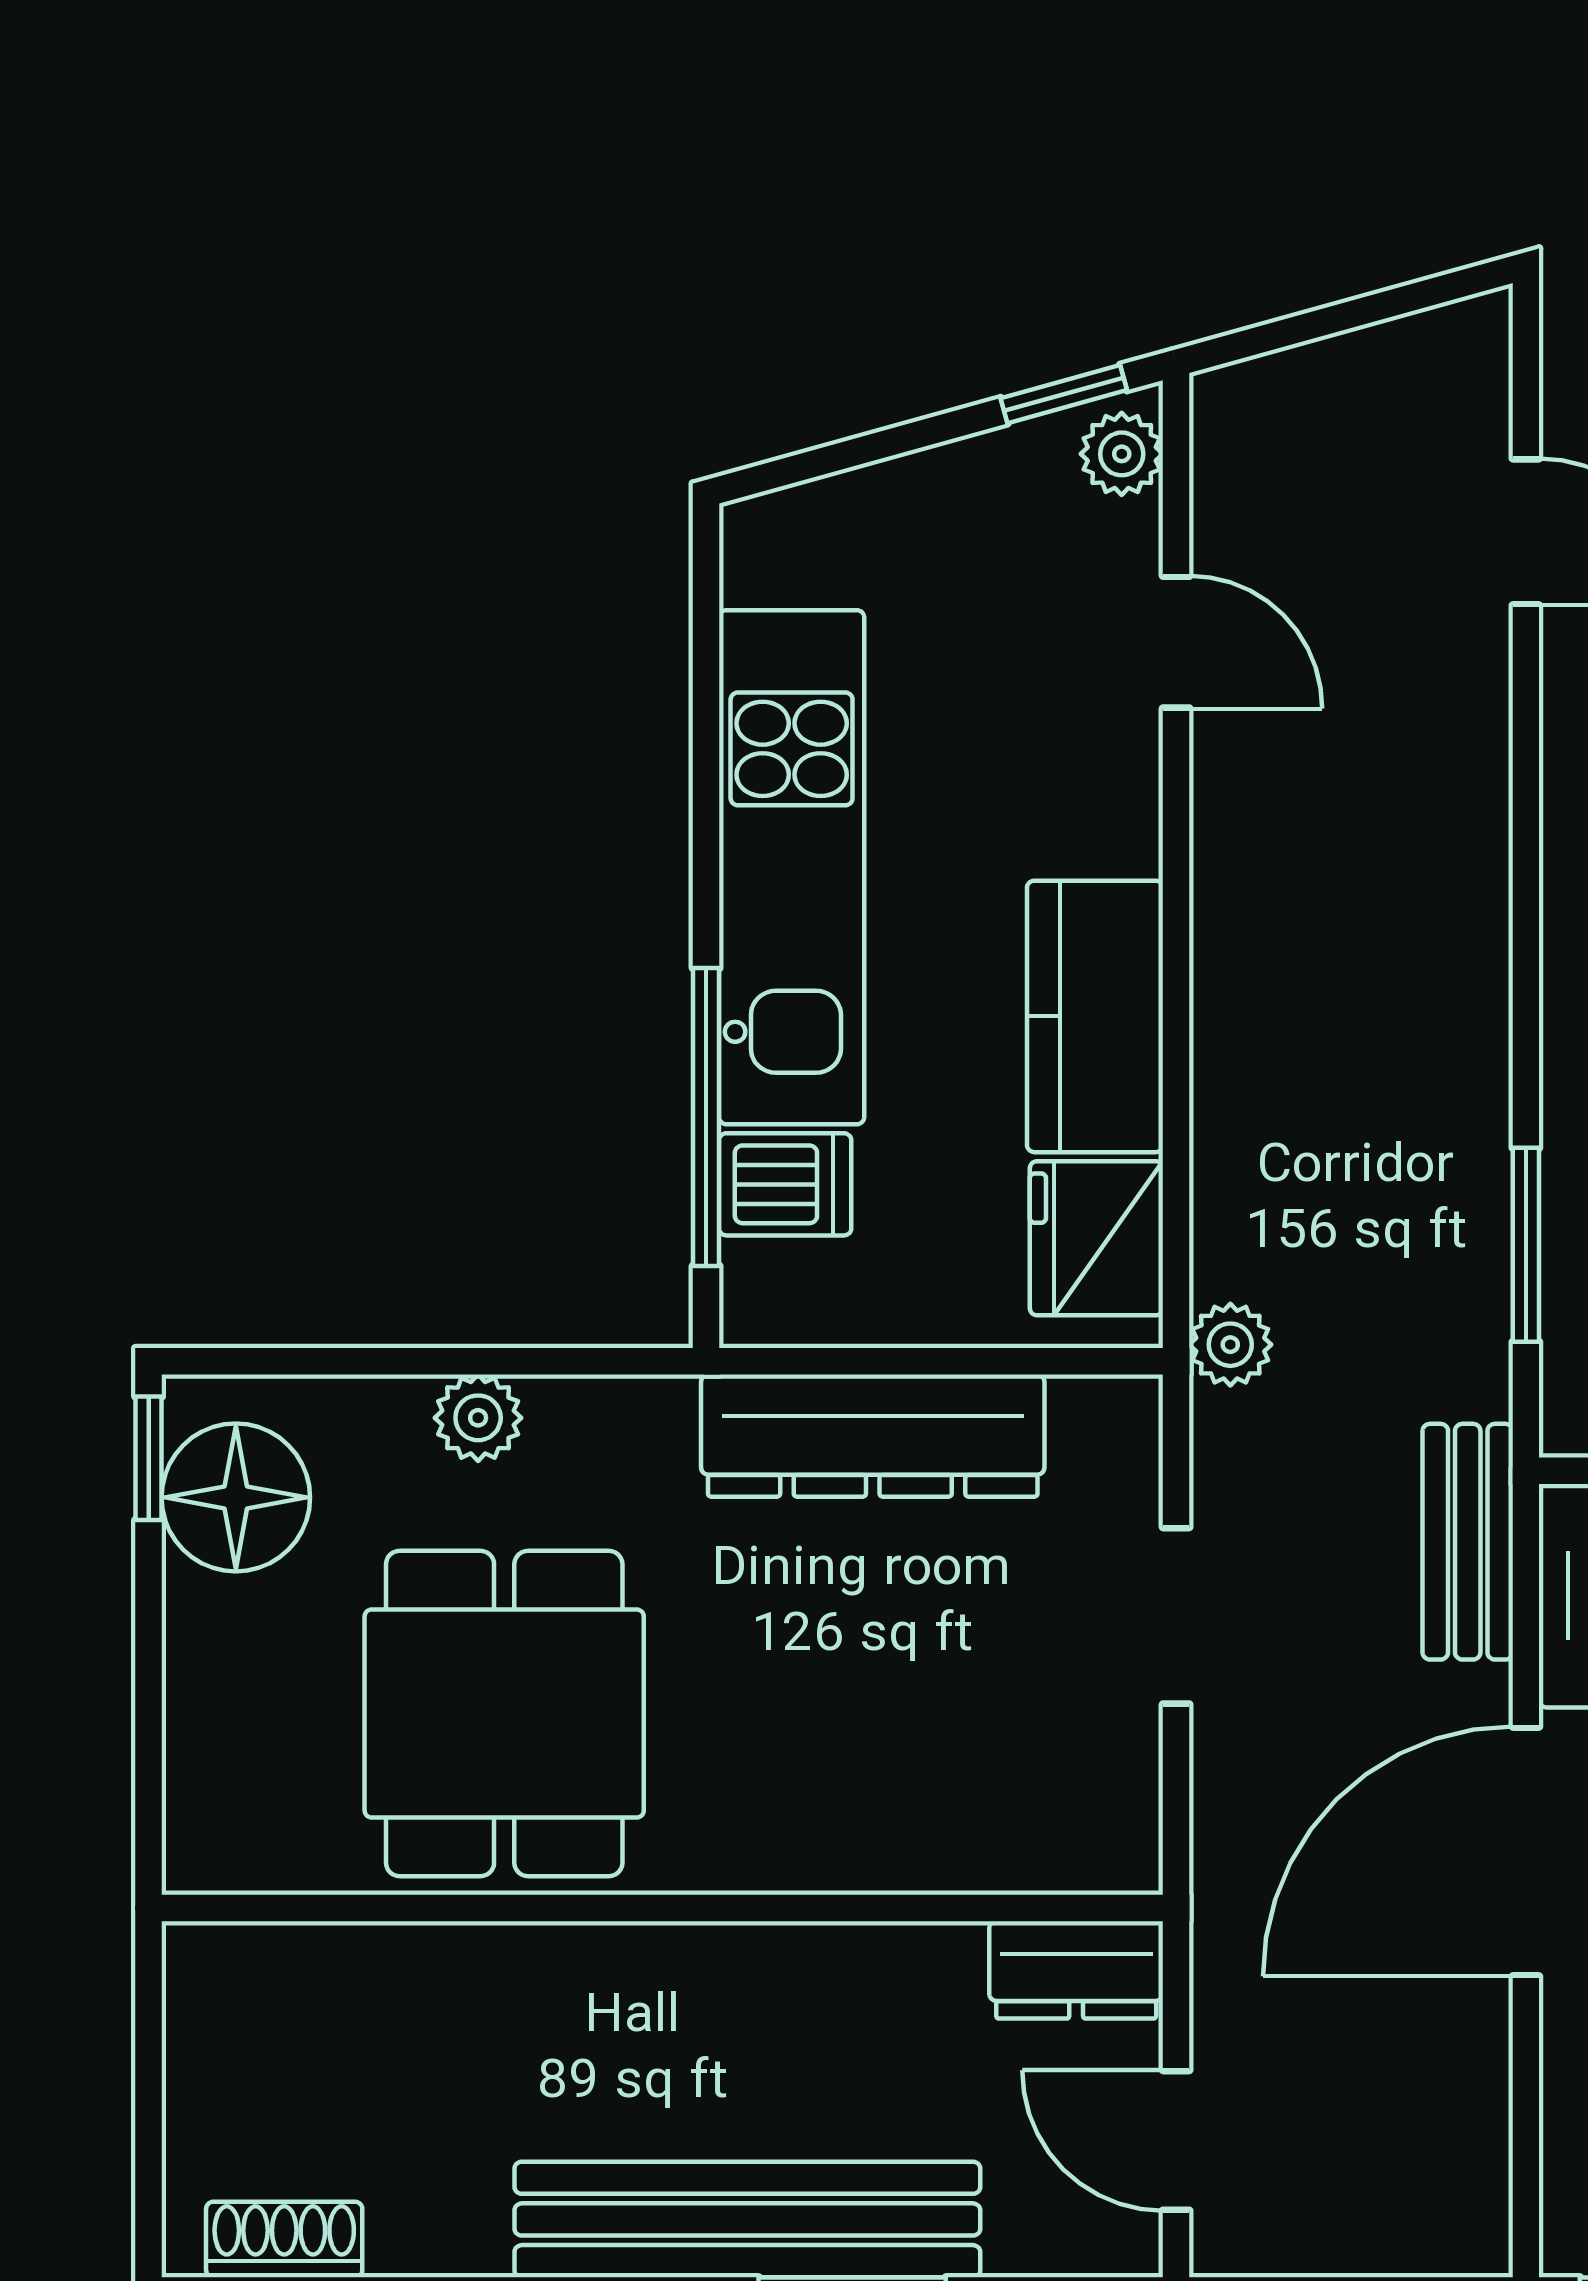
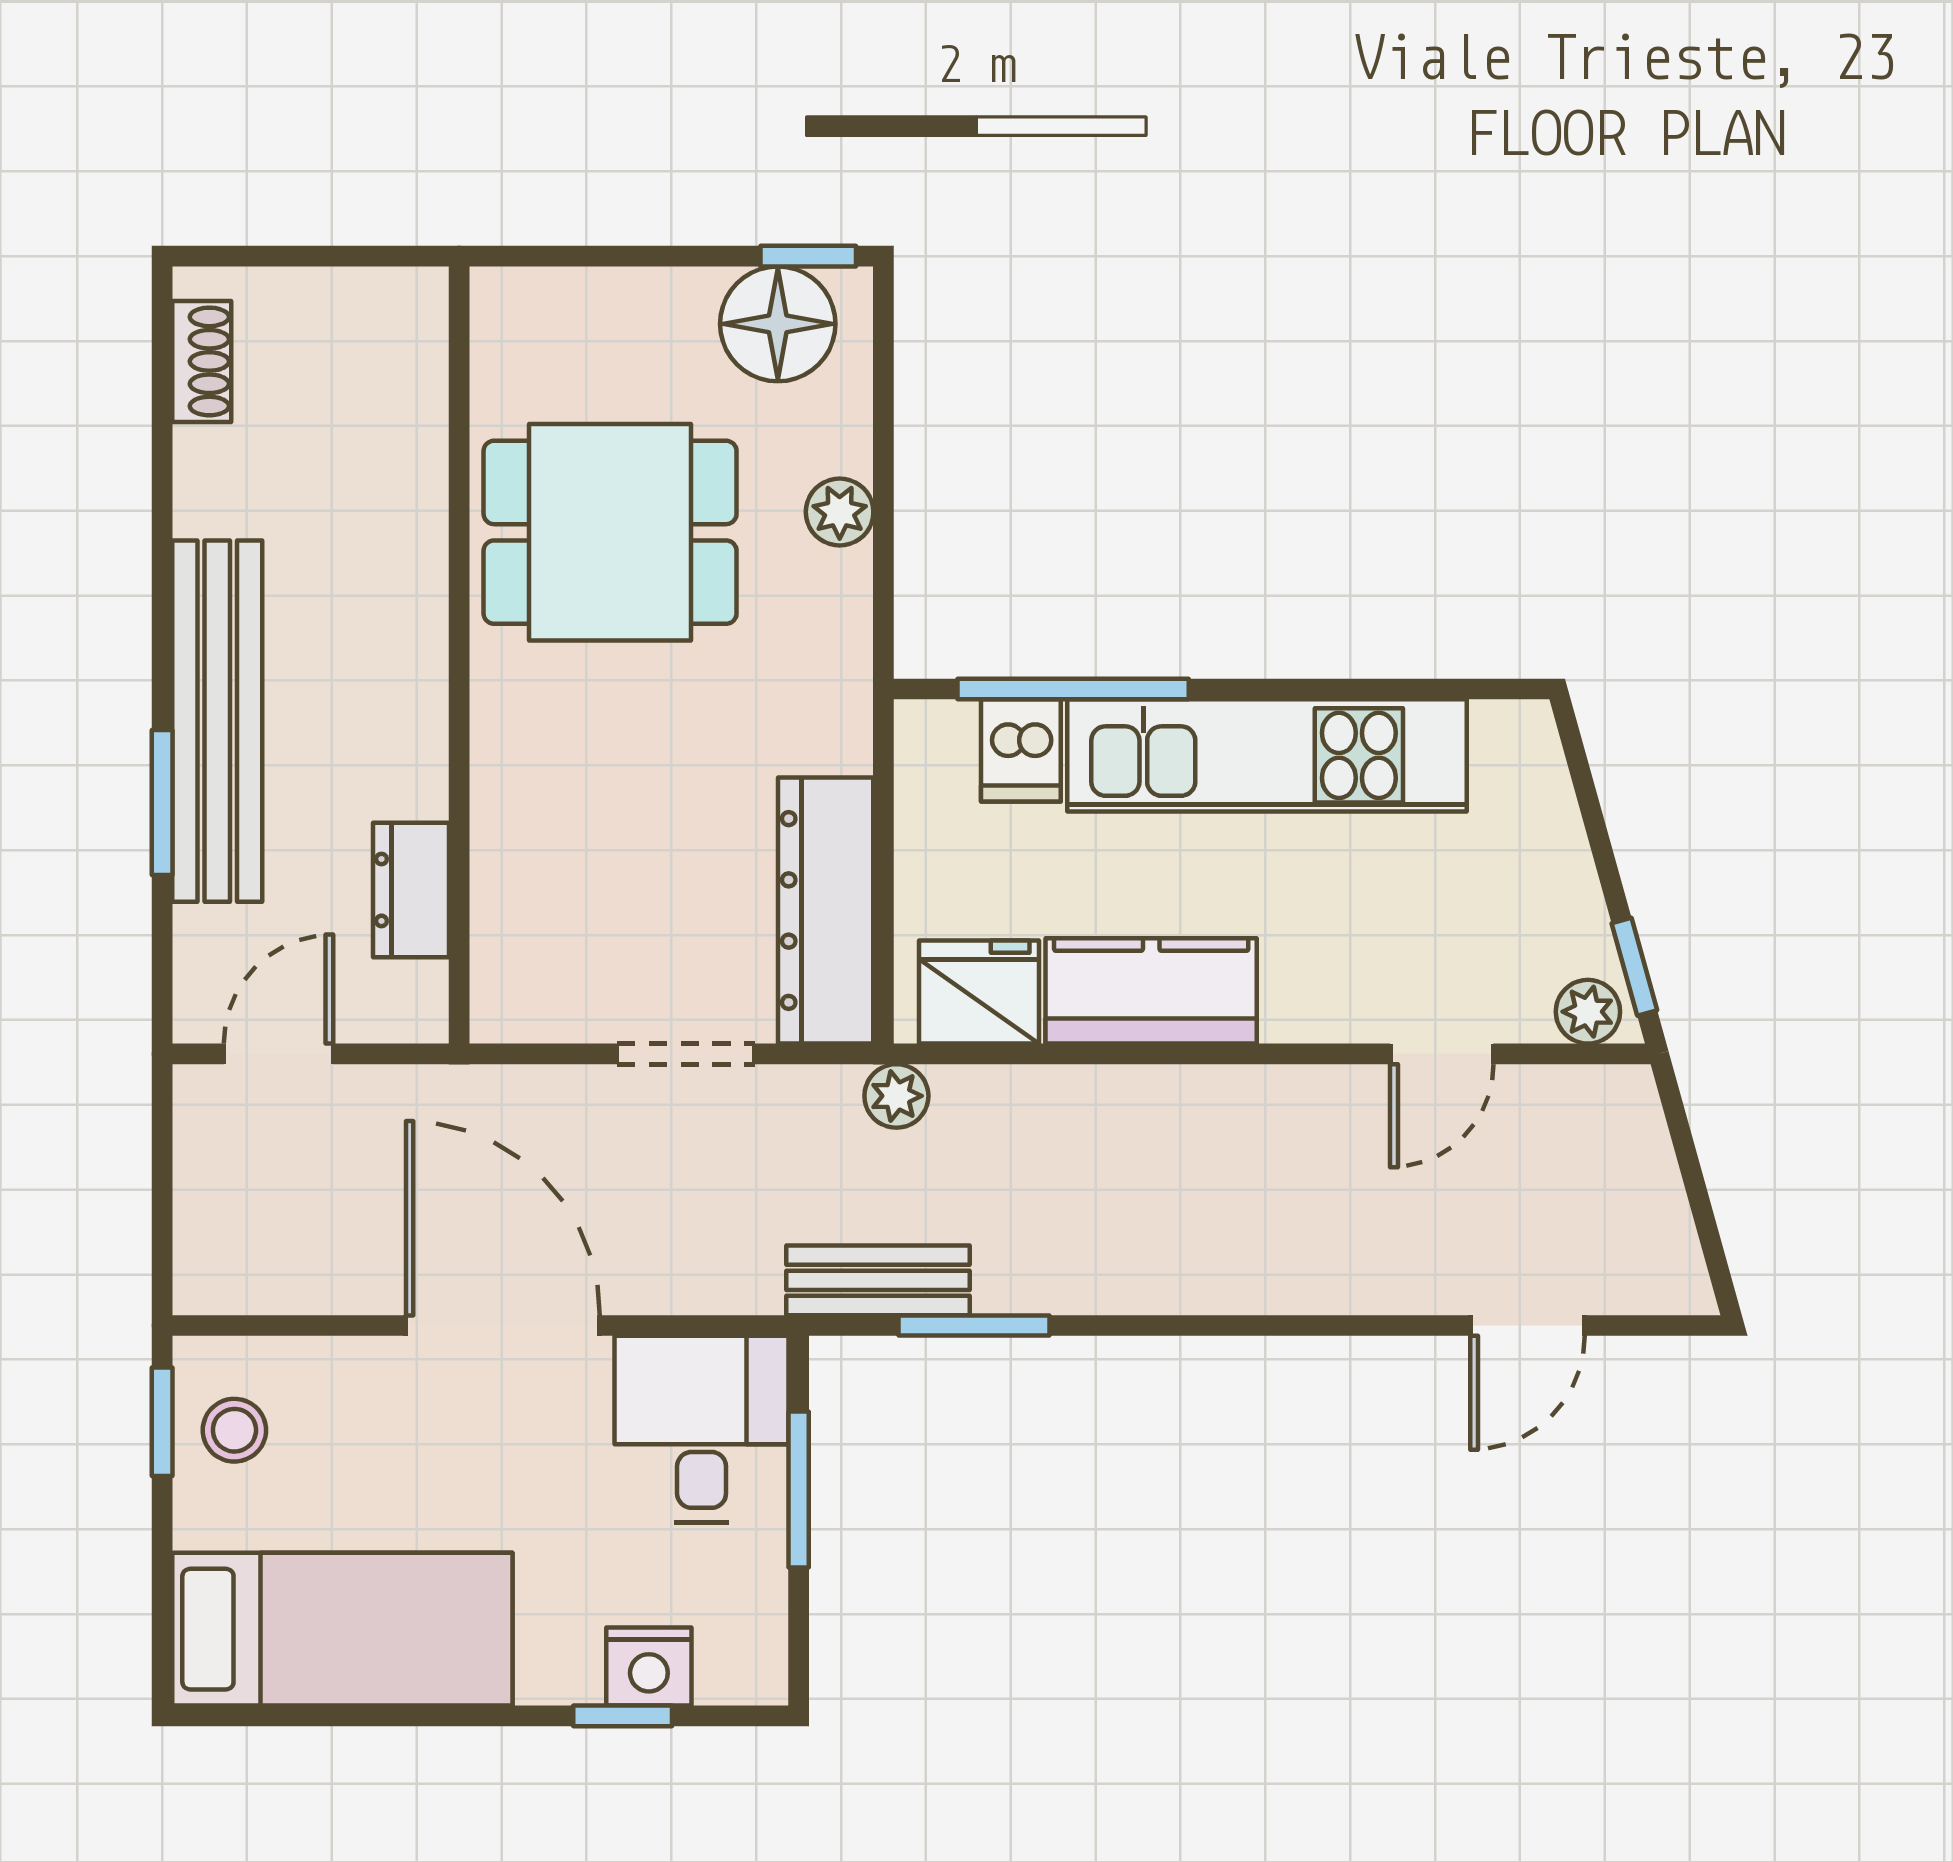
dresser: (873, 1436) -> (826, 911), moved
bench: (1468, 1542) -> (878, 1280), moved
dresser: (1076, 1970) -> (411, 890), moved

